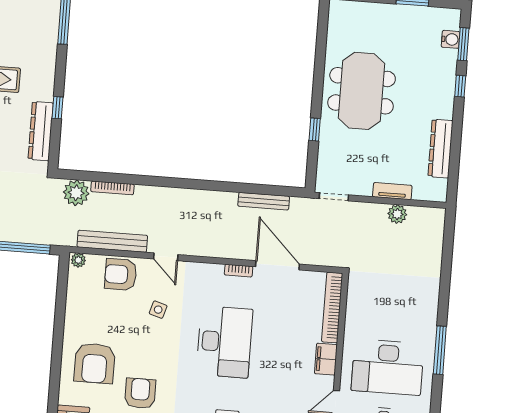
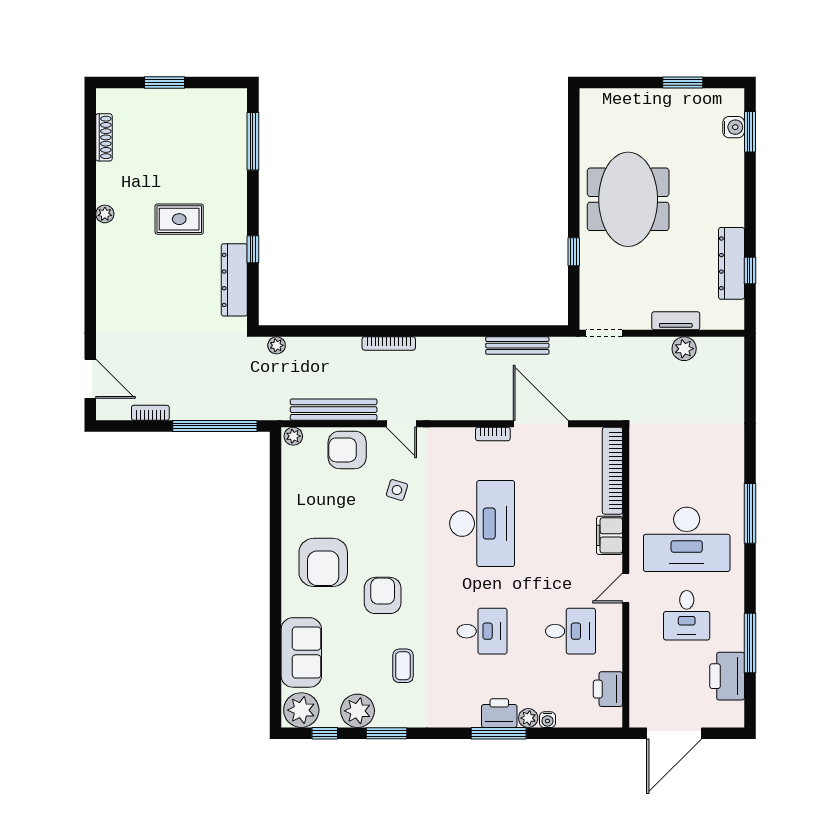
window: (460, 86) -> (750, 270), moved
bookcase: (112, 188) -> (389, 343), moved
plant: (76, 193) -> (277, 345), width x0.53, depth x0.53

